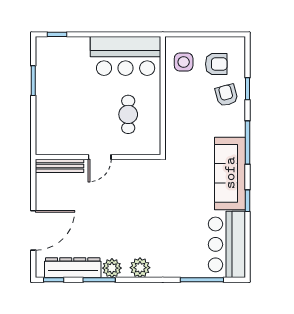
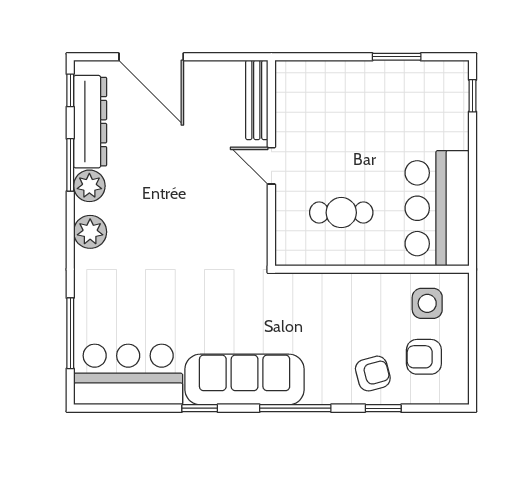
armchair: (216, 64) -> (424, 357), turned 90

